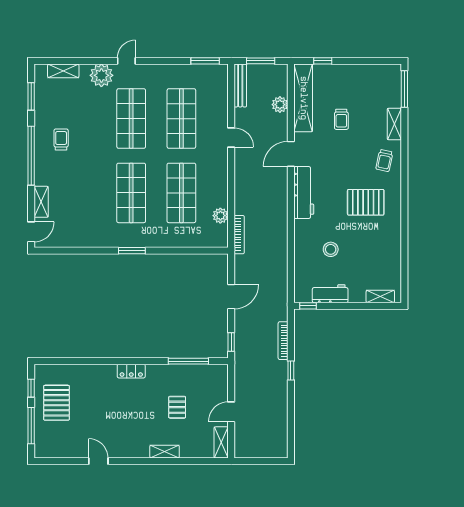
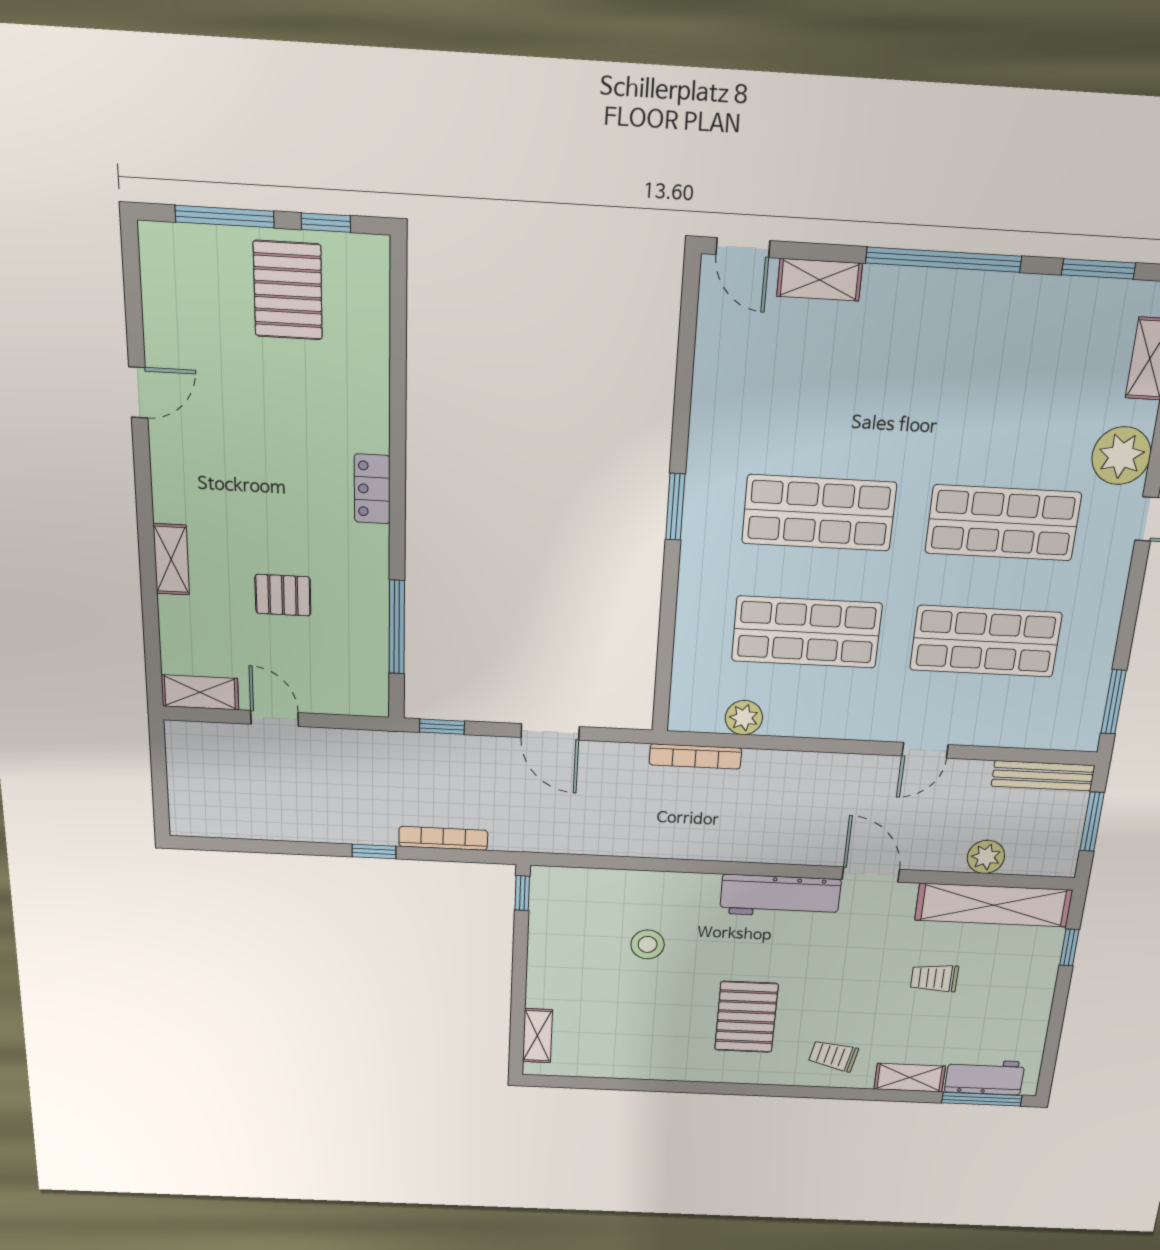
trolley: (61, 139) -> (975, 343), removed
workbench: (330, 294) -> (985, 1077), moved, turned -90
pallet: (56, 403) -> (288, 290), turned 90

